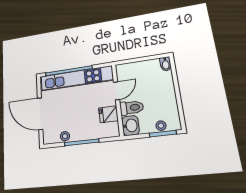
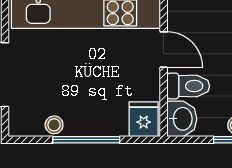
door: (117, 91) -> (164, 50), hinge flipped
fridge: (108, 114) -> (144, 119), moved, turned 90

